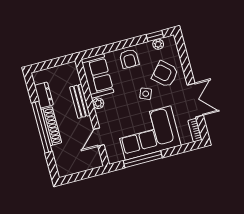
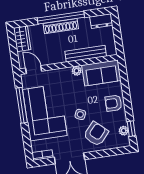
dresser: (44, 95) -> (101, 21), moved
bench: (80, 101) -> (86, 54), width x1.36
door: (99, 137) -> (34, 70), moved
wardrobe: (70, 167) -> (22, 39), added

